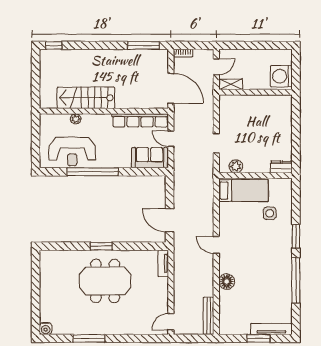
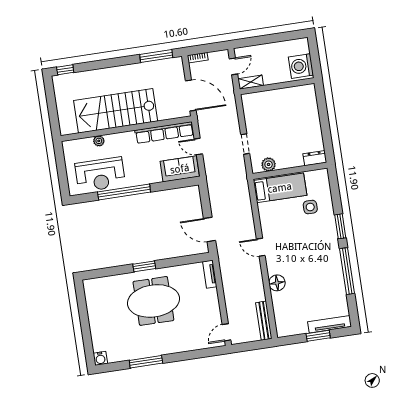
stairs: (86, 98) -> (116, 111), width x1.36, depth x1.51

